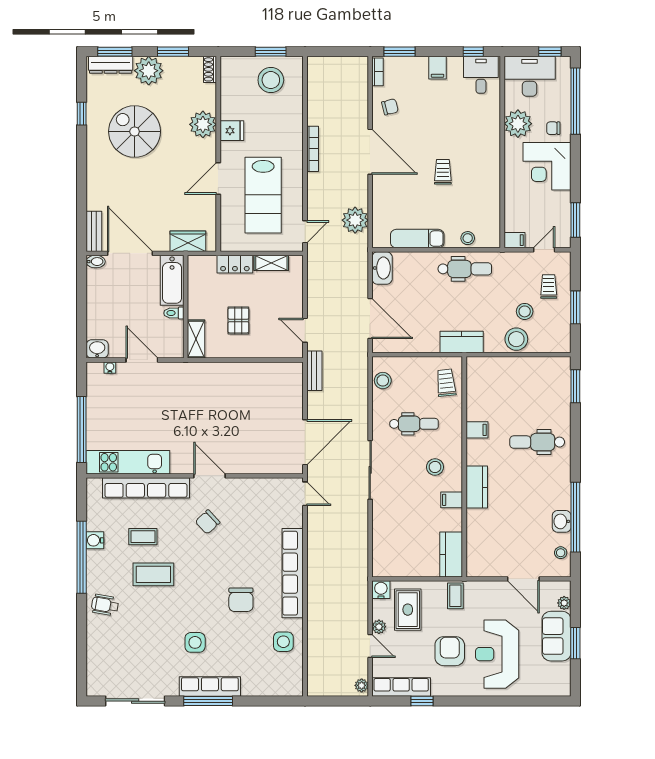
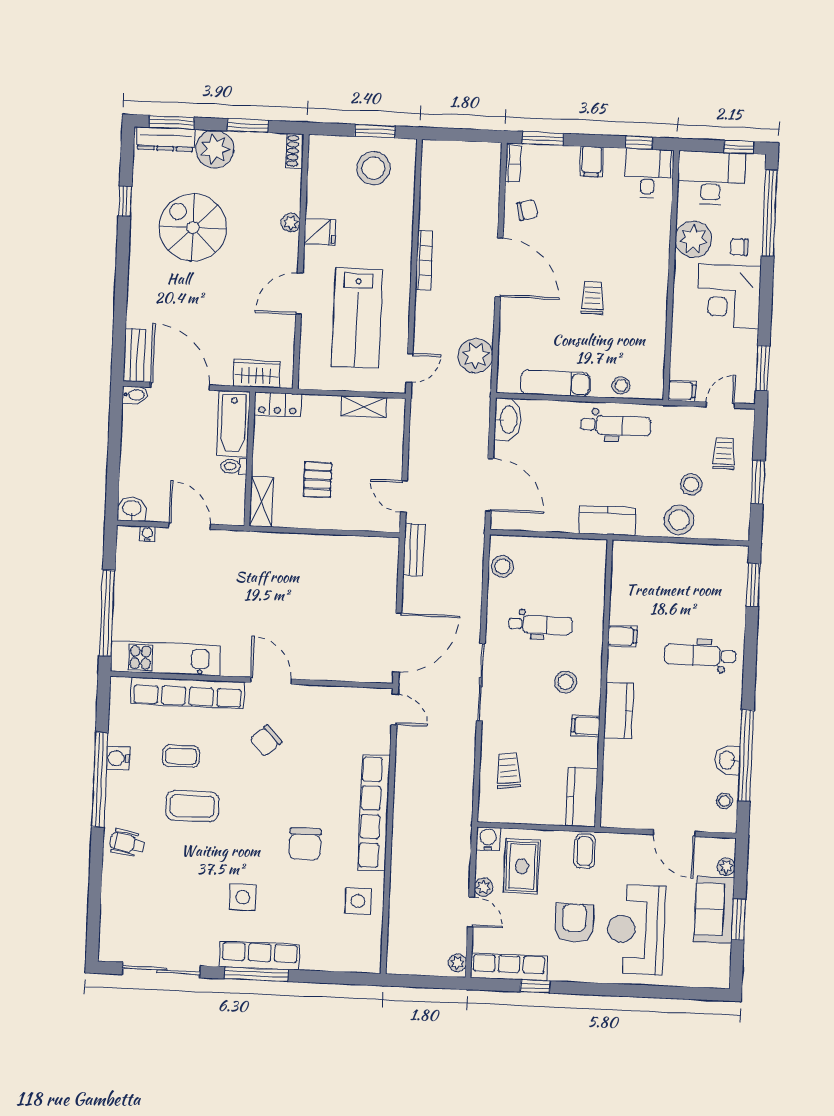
plant: (203, 124) -> (291, 223), width x0.53, depth x0.53
locker: (235, 264) -> (278, 404), moved
trolley: (446, 383) -> (508, 770), moved

